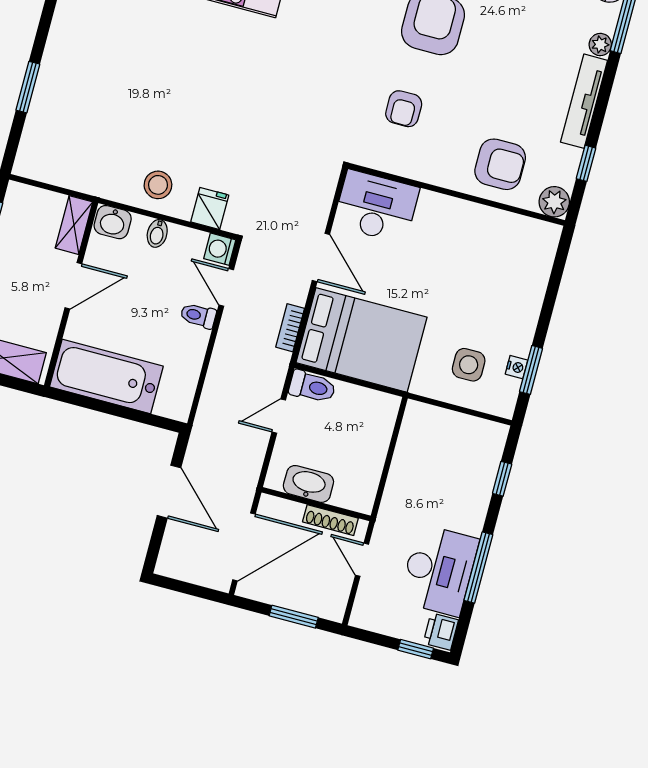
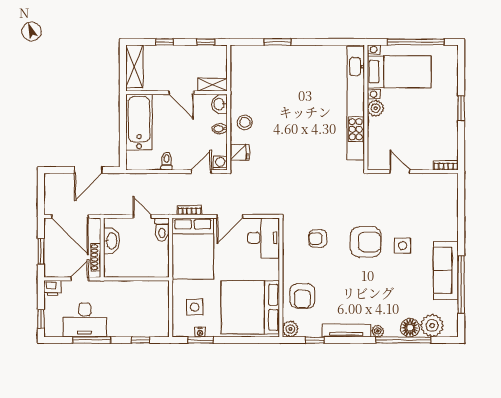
bed: (496, 264) -> (250, 307), added
toilet: (198, 316) -> (167, 161), moved
printer: (441, 631) -> (52, 288), moved, turned 180

